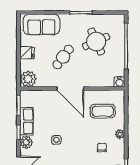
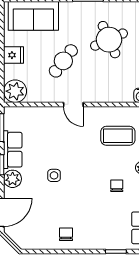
door: (70, 89) -> (73, 104), width x0.53

